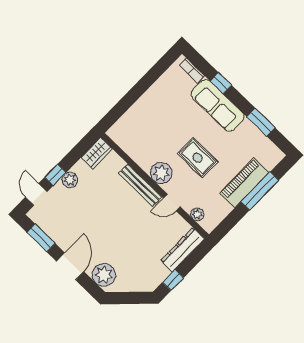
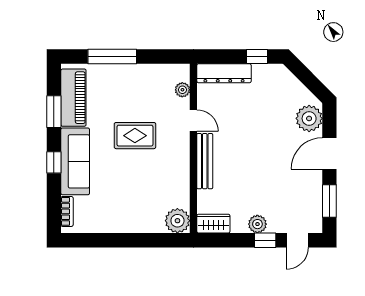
window: (221, 83) -> (54, 162), moved
rug: (198, 158) -> (135, 136), turned 90
plant: (161, 173) -> (177, 221), moved
piano: (244, 183) -> (73, 98), moved, turned -90

